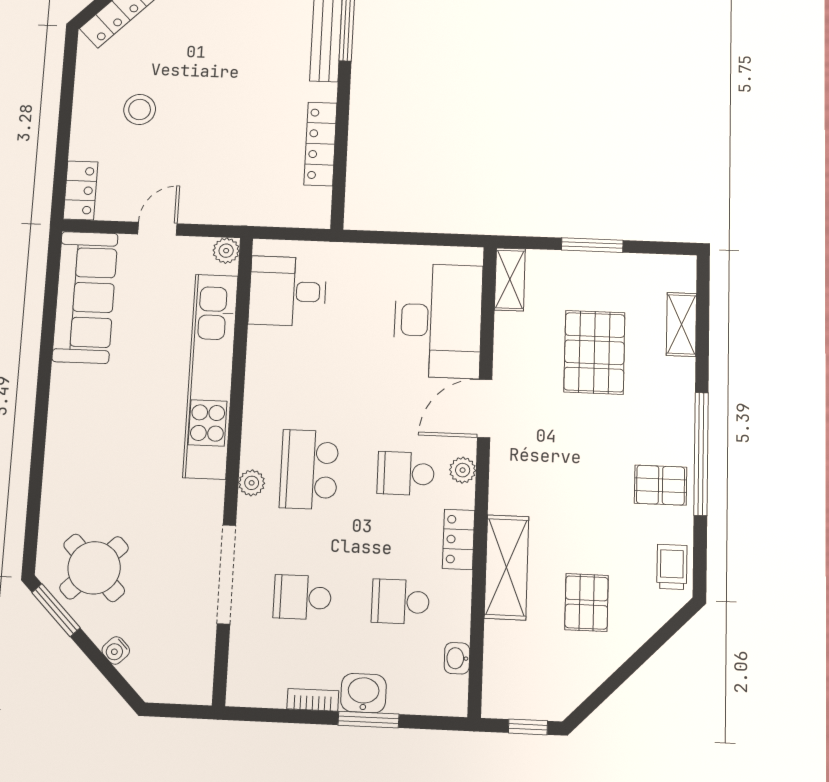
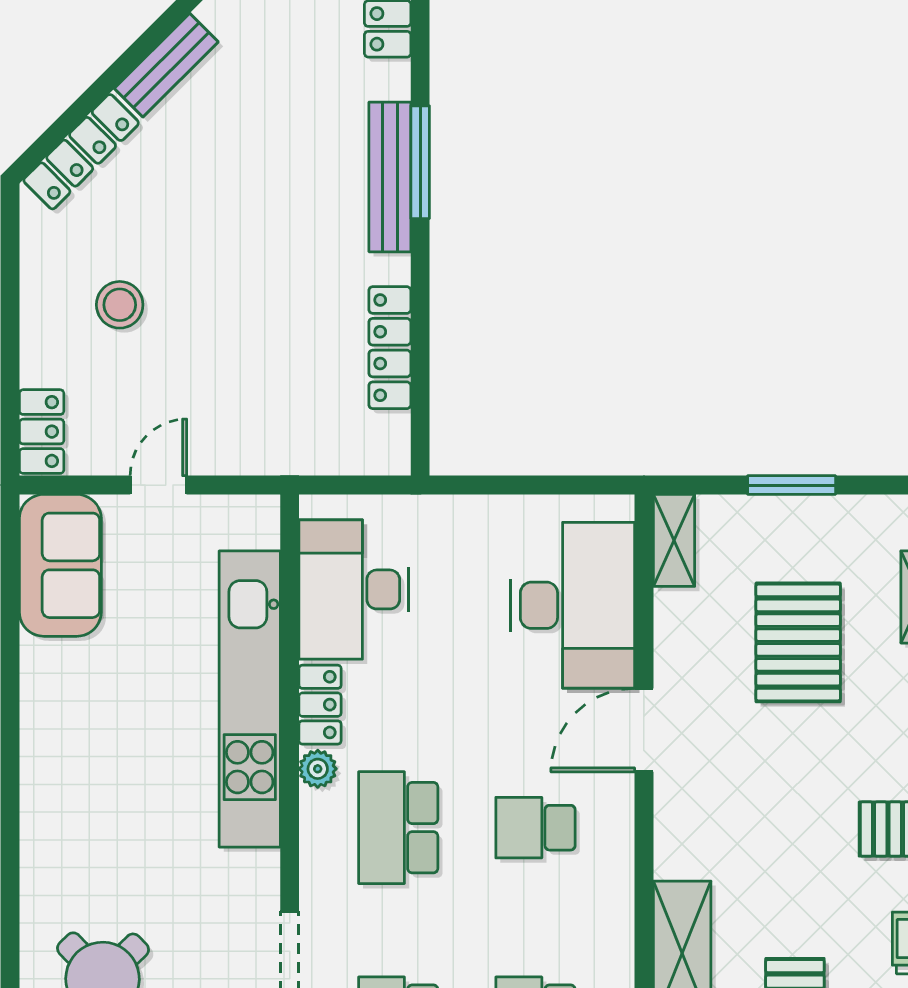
plant: (226, 251) -> (261, 514), removed
desk: (288, 291) -> (354, 589), width x1.37
sofa: (85, 297) -> (60, 565), width x0.73
plant: (463, 470) -> (616, 819), removed
plant: (252, 483) -> (318, 769), moved
locker: (459, 539) -> (320, 705), moved, turned 180

